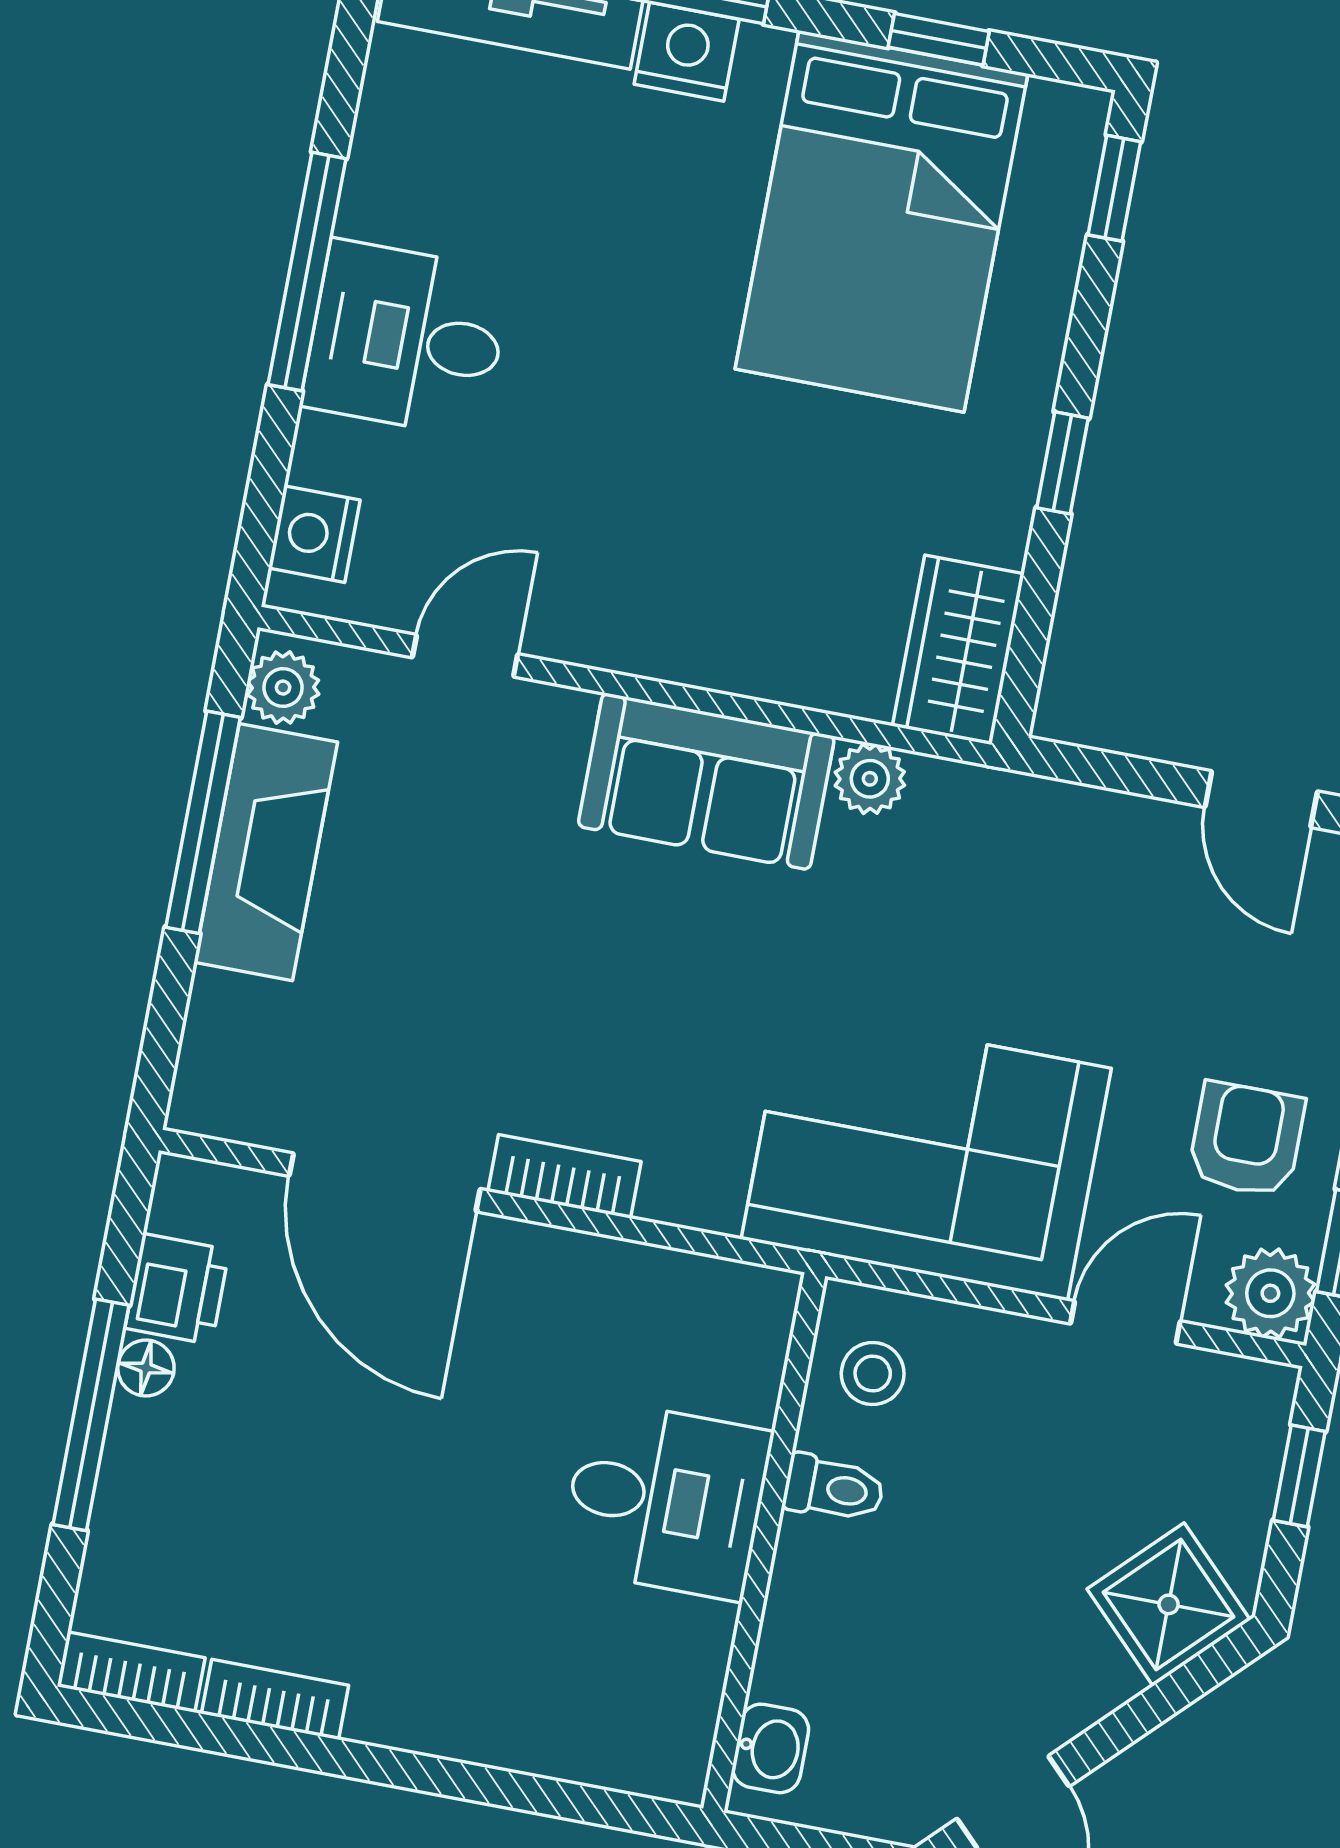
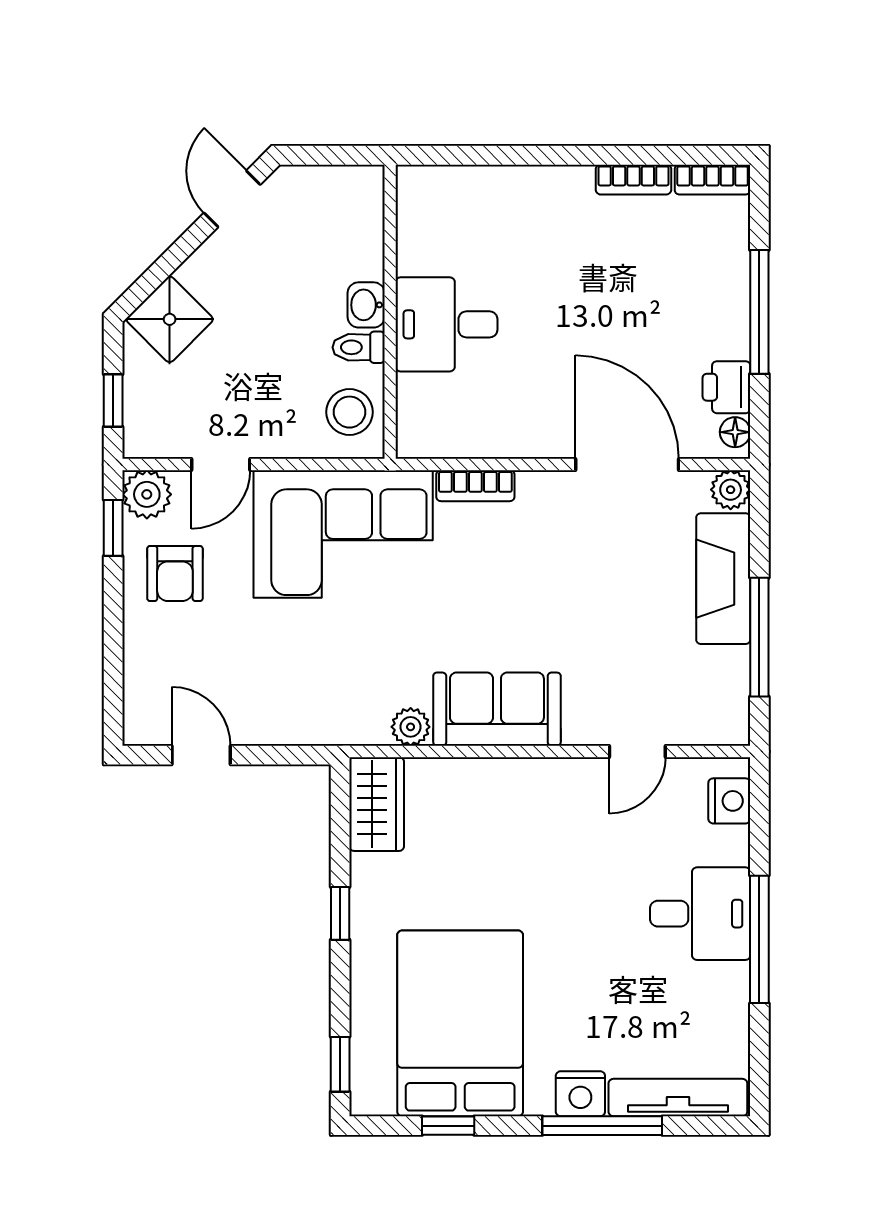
plant: (283, 688) -> (731, 490), moved
fireplace: (266, 852) -> (723, 579), moved
bookcase: (565, 1176) -> (475, 486), moved
floor lamp: (146, 1368) -> (735, 432), moved
stool: (873, 1374) -> (349, 412), width x1.37, depth x1.37
washbasin: (771, 1748) -> (366, 305), moved

